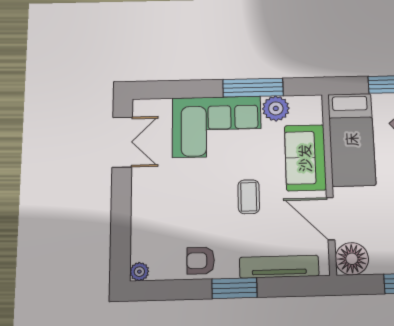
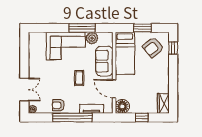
double door: (122, 142) -> (24, 90), moved
tv unit: (279, 267) -> (91, 109), width x0.71
window: (234, 288) -> (72, 117), width x2.11

